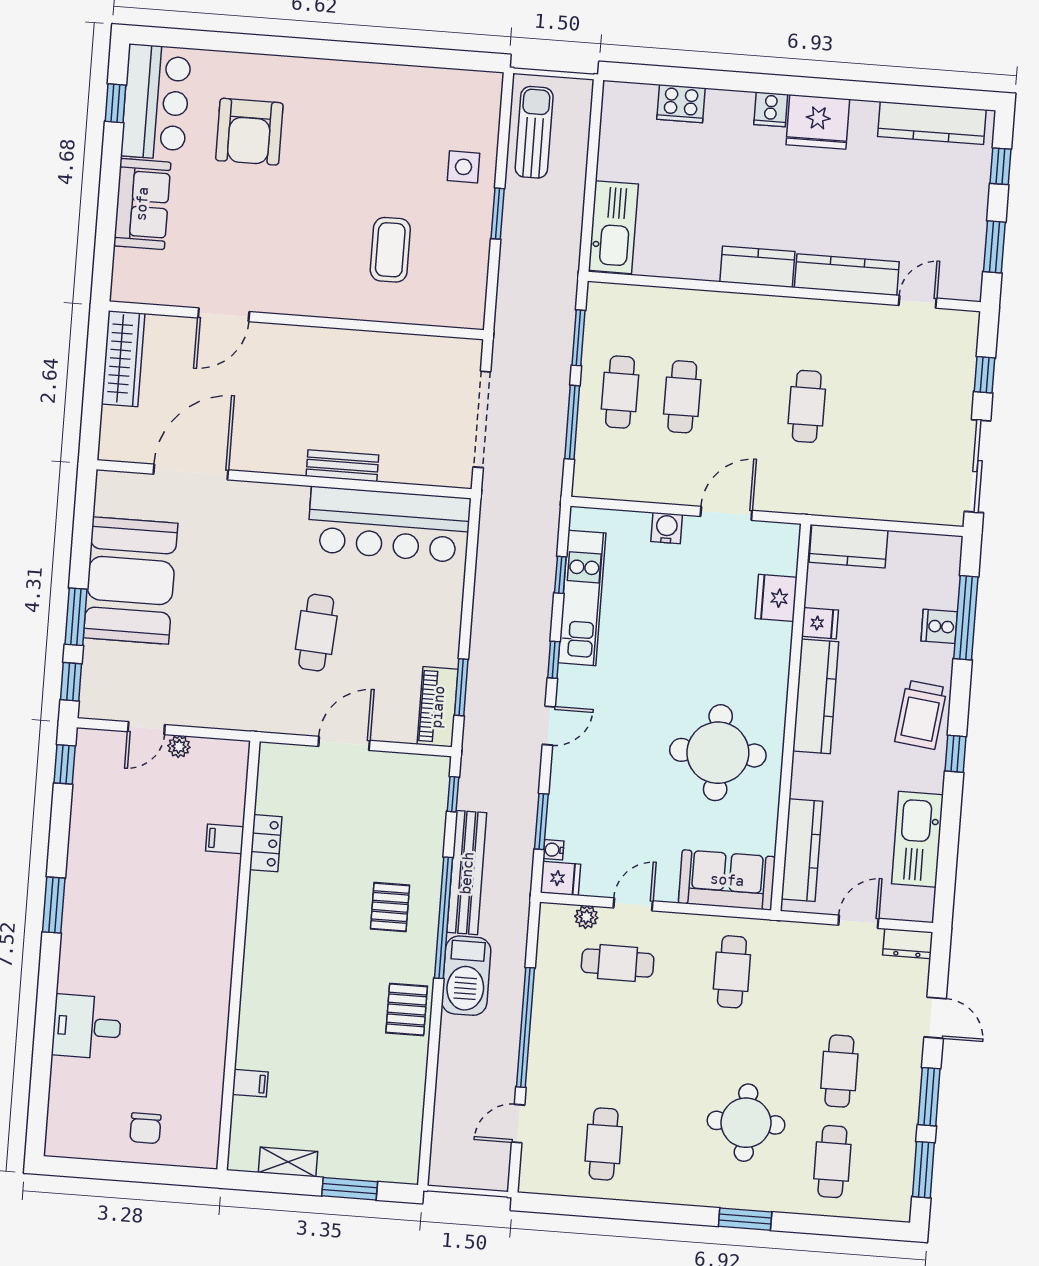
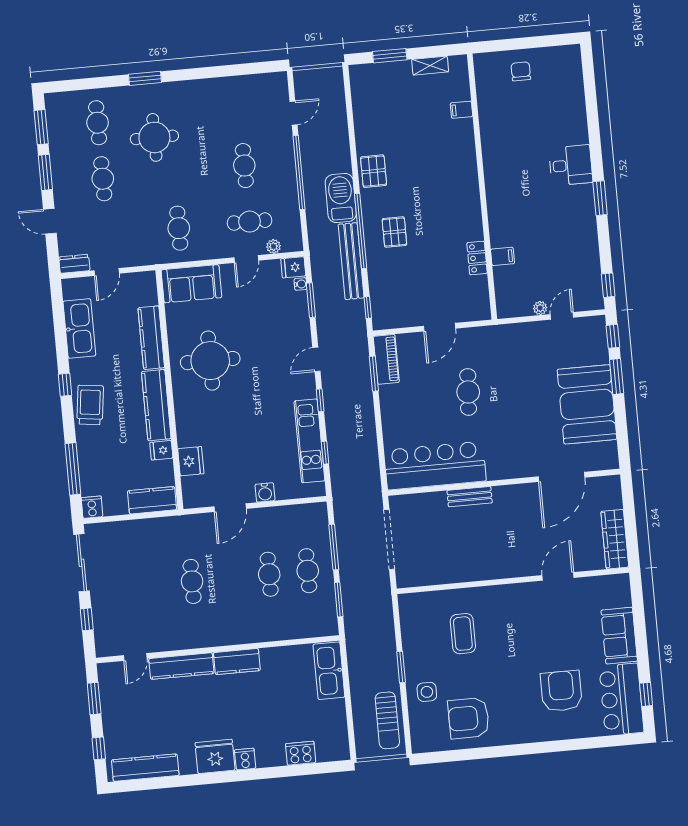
armchair: (404, 114) -> (469, 718), added
cooker: (939, 626) -> (92, 507), moved, turned -90
kitchen counter: (802, 850) -> (151, 338), moved
desk: (87, 1027) -> (571, 165), moved
cafe table: (604, 1144) -> (244, 166), moved

